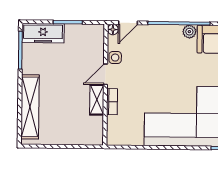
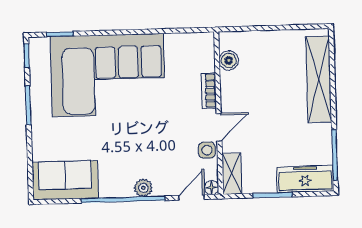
plant: (189, 32) -> (143, 188), moved
shelving: (97, 100) -> (232, 173), moved
boiler: (96, 123) -> (229, 60), added

